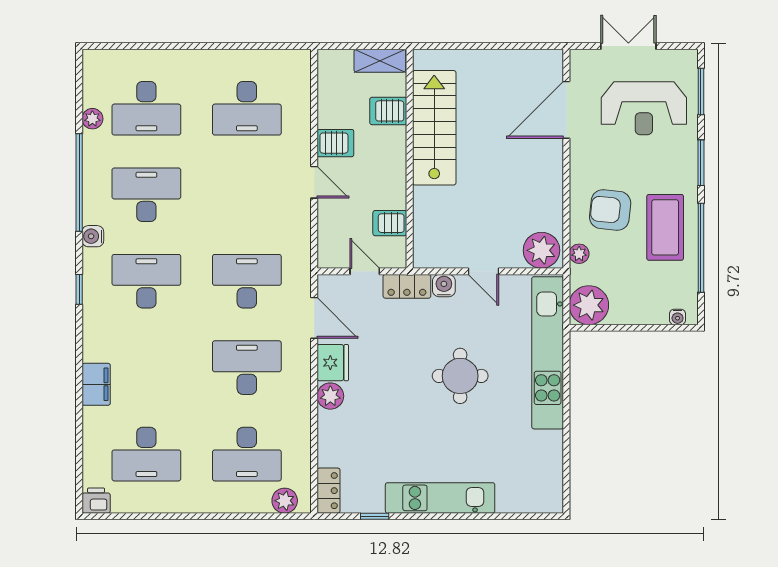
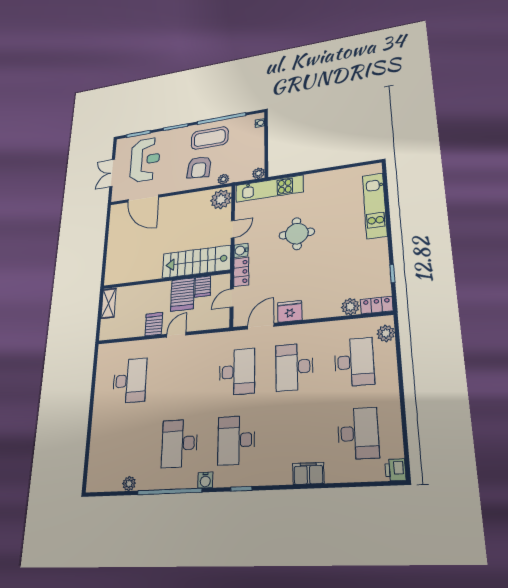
desk: (146, 108) -> (125, 446), removed
server rack: (388, 111) -> (182, 295), moved, width x1.36, depth x1.44
stairs: (434, 128) -> (196, 262), moved
desk: (247, 281) -> (237, 372), turned 180
plant: (589, 305) -> (258, 173), width x0.53, depth x0.53
kitchen unit: (548, 353) -> (269, 189), width x0.73
plant: (330, 396) -> (350, 307), moved
kitchen unit: (440, 498) -> (375, 206), moved

